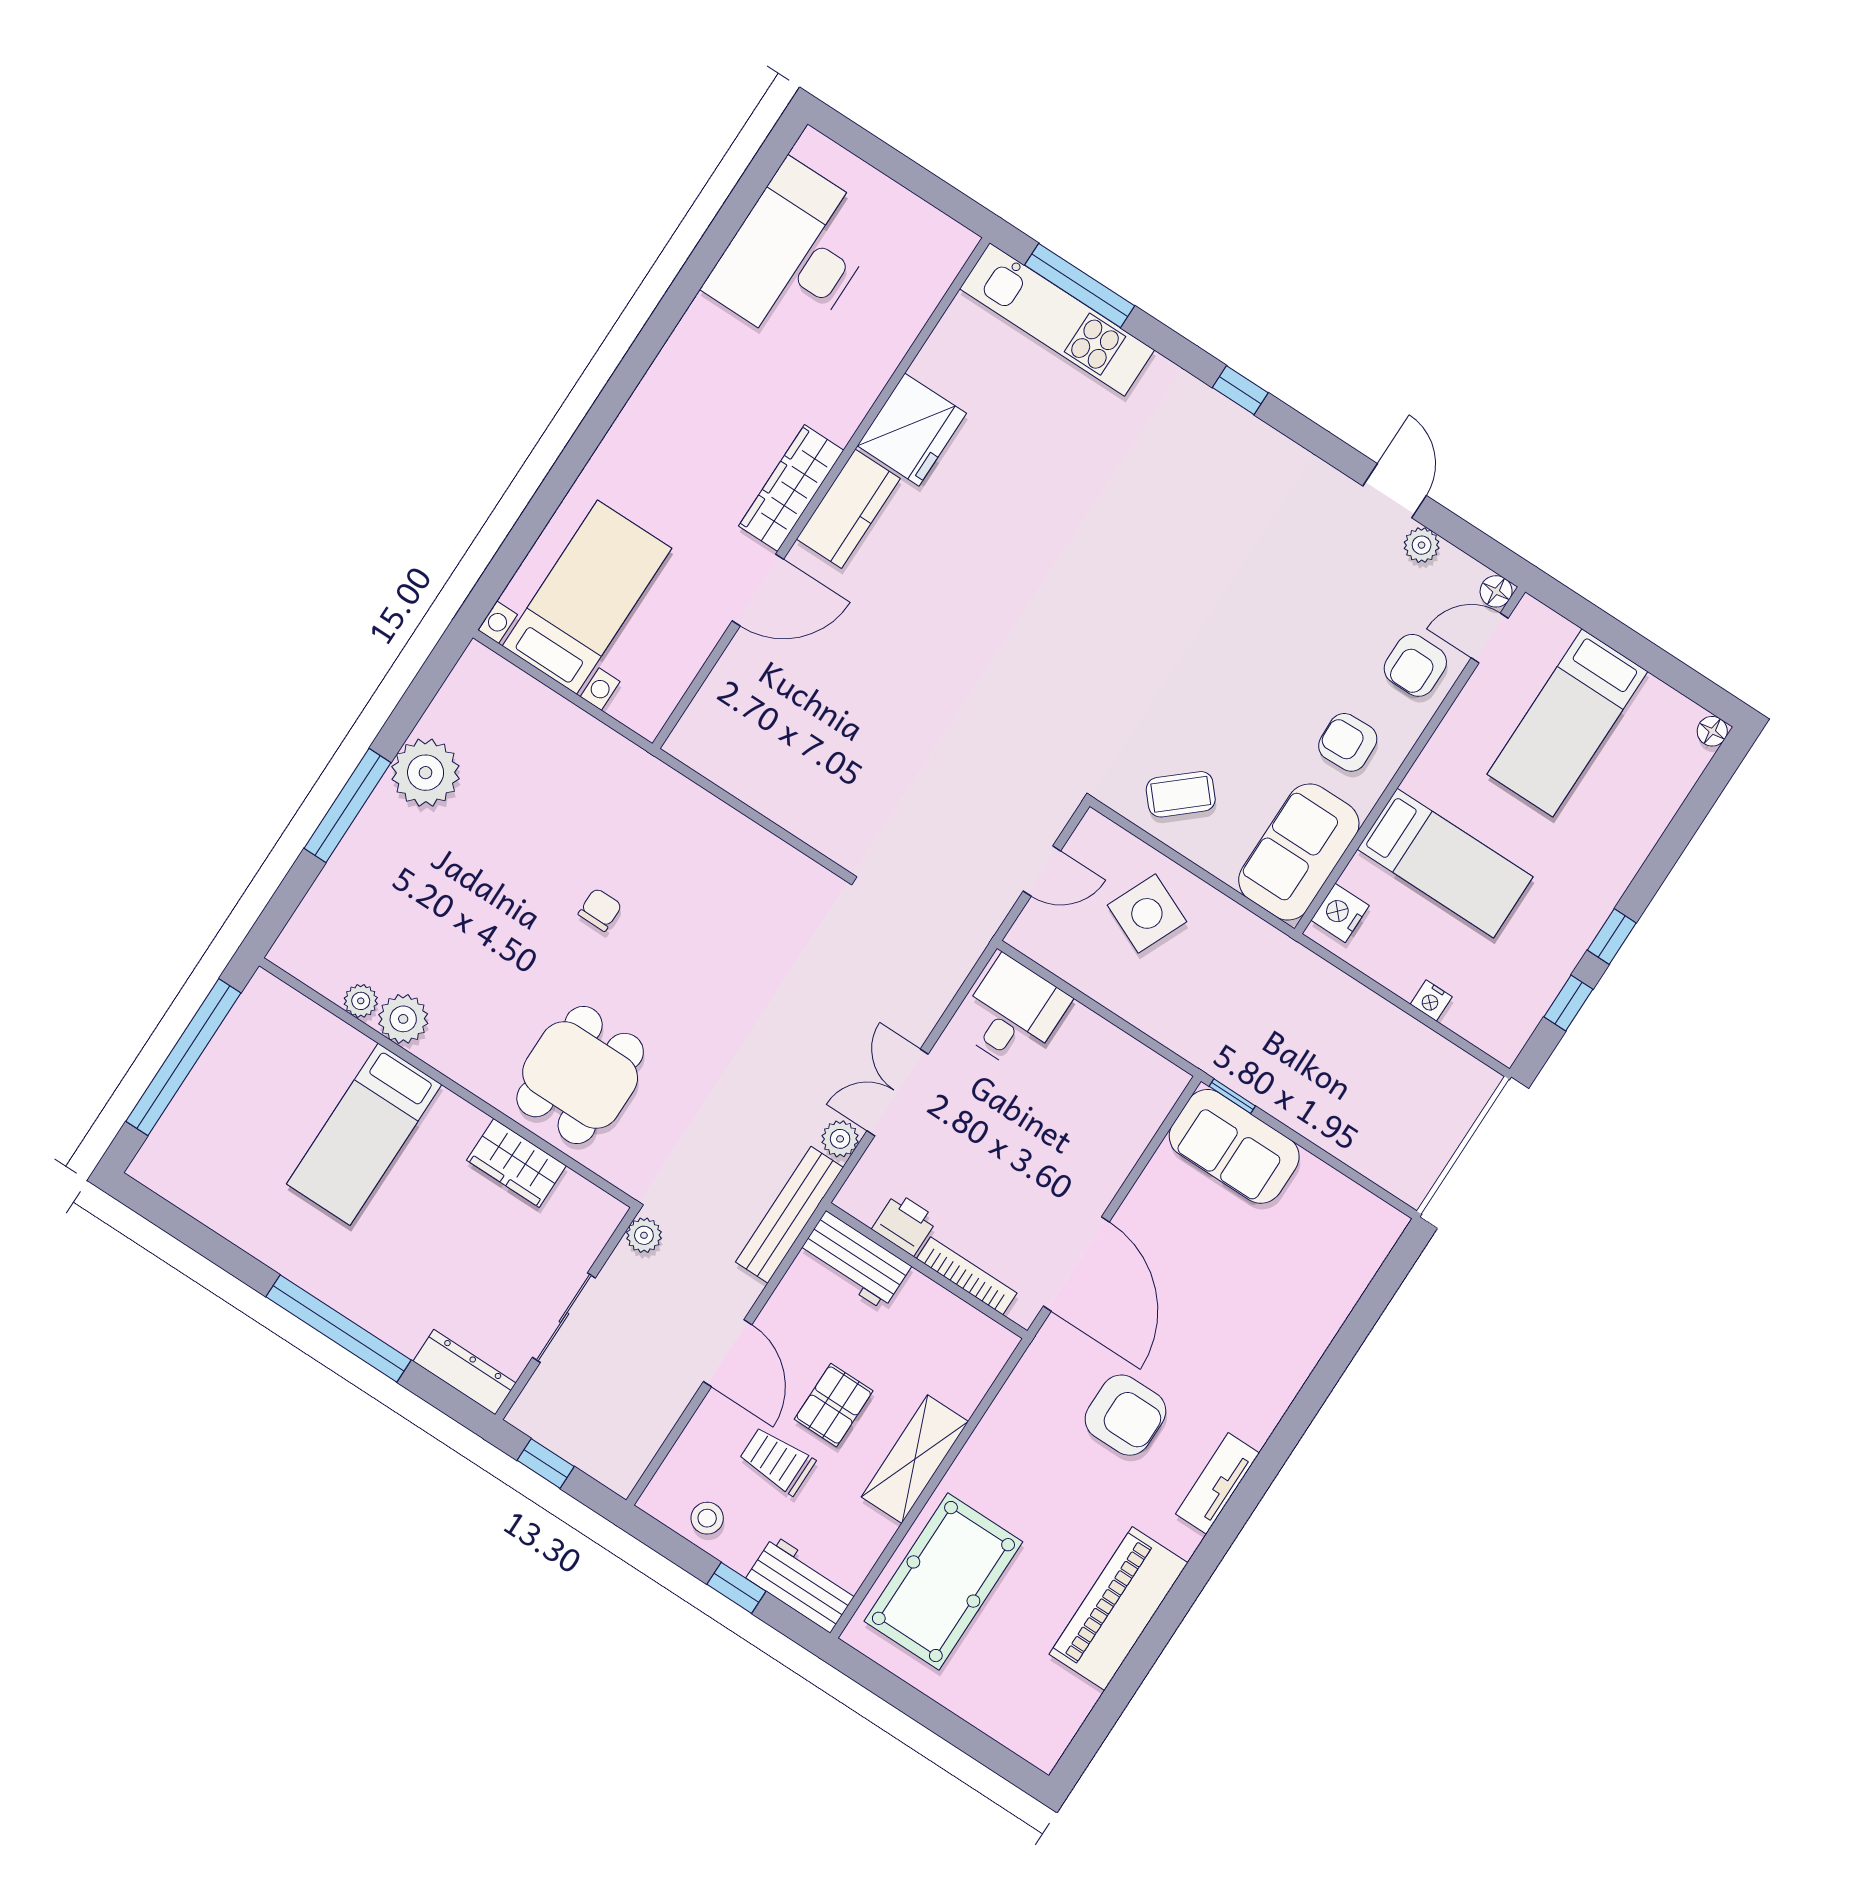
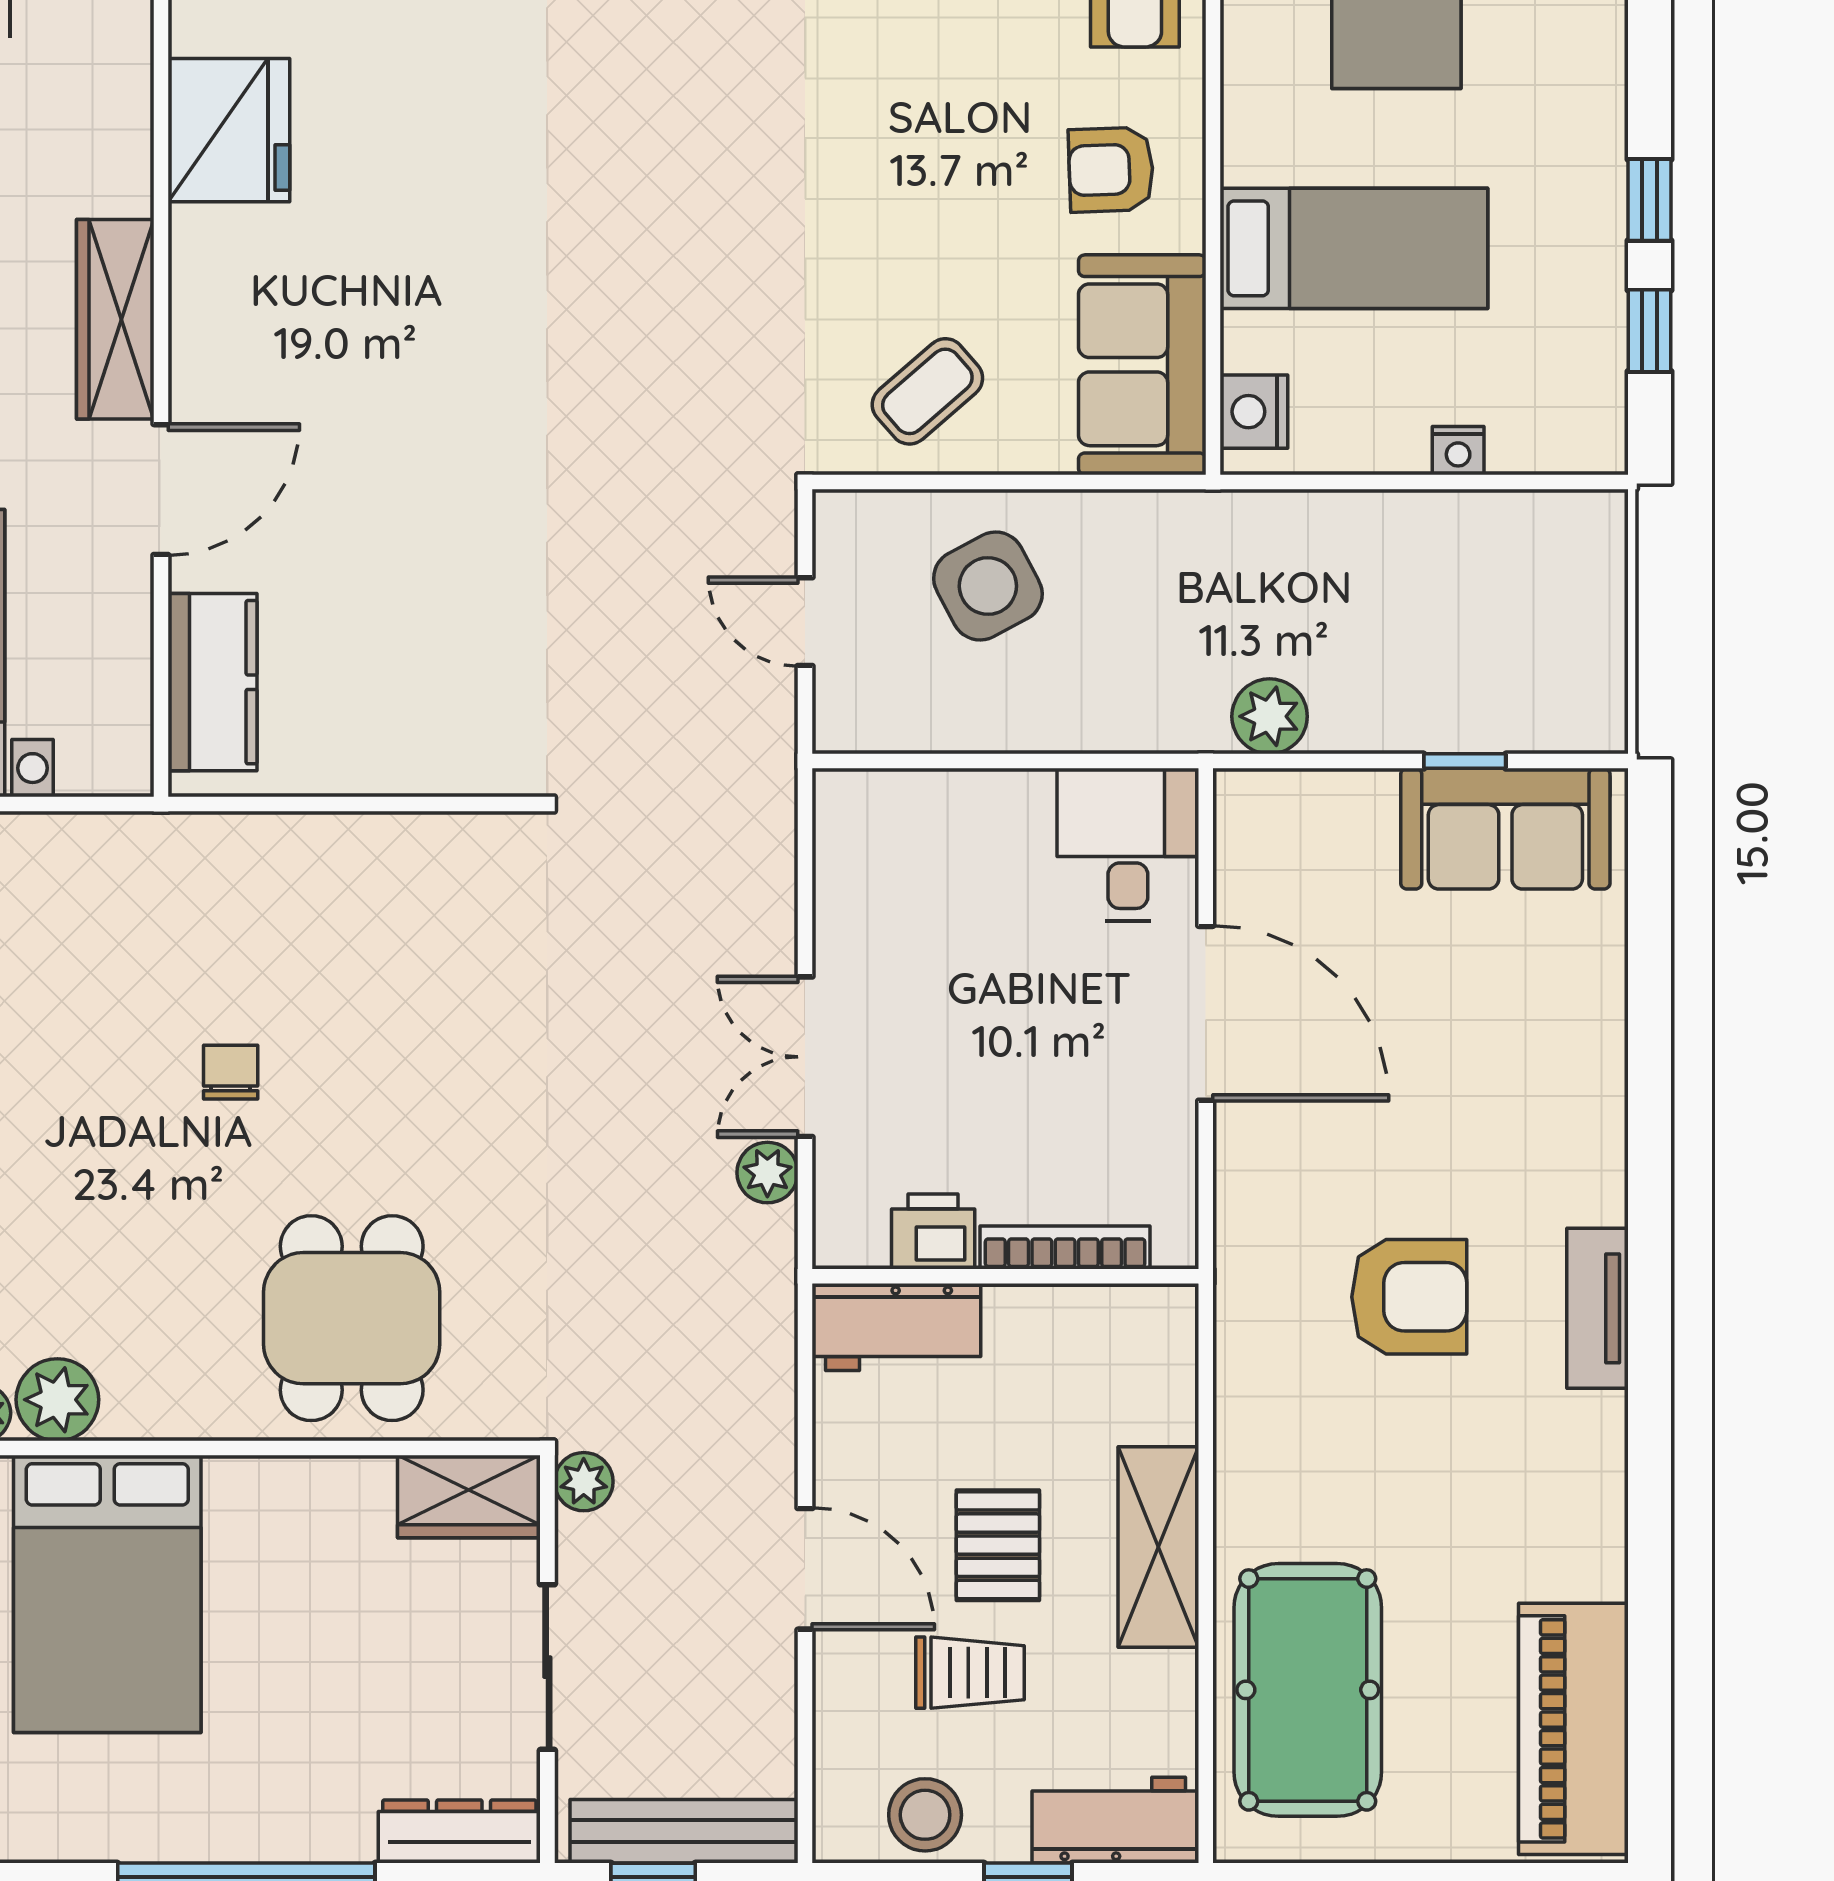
kitchen counter: (848, 509) -> (212, 682), moved
door: (1042, 871) -> (805, 622), swing flipped
side table: (1147, 913) -> (988, 586), turned 38
desk: (1013, 1013) -> (1128, 845), moved
plant: (1247, 1073) -> (1270, 716), added
window: (1232, 1096) -> (1465, 761), moved
bed: (364, 1134) -> (107, 1594), width x1.50
sofa: (1234, 1146) -> (1505, 829), moved
wardrobe: (516, 1163) -> (469, 1497), moved
bench: (790, 1215) -> (684, 1831), moved, turned 90
door: (1076, 1264) -> (1206, 1013), moved
trolley: (777, 1461) -> (970, 1673), turned 180
stool: (707, 1518) -> (925, 1815), width x1.37, depth x1.37
piano: (1118, 1609) -> (1573, 1729), moved

